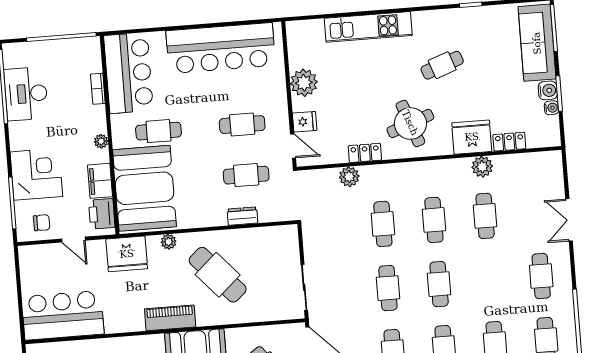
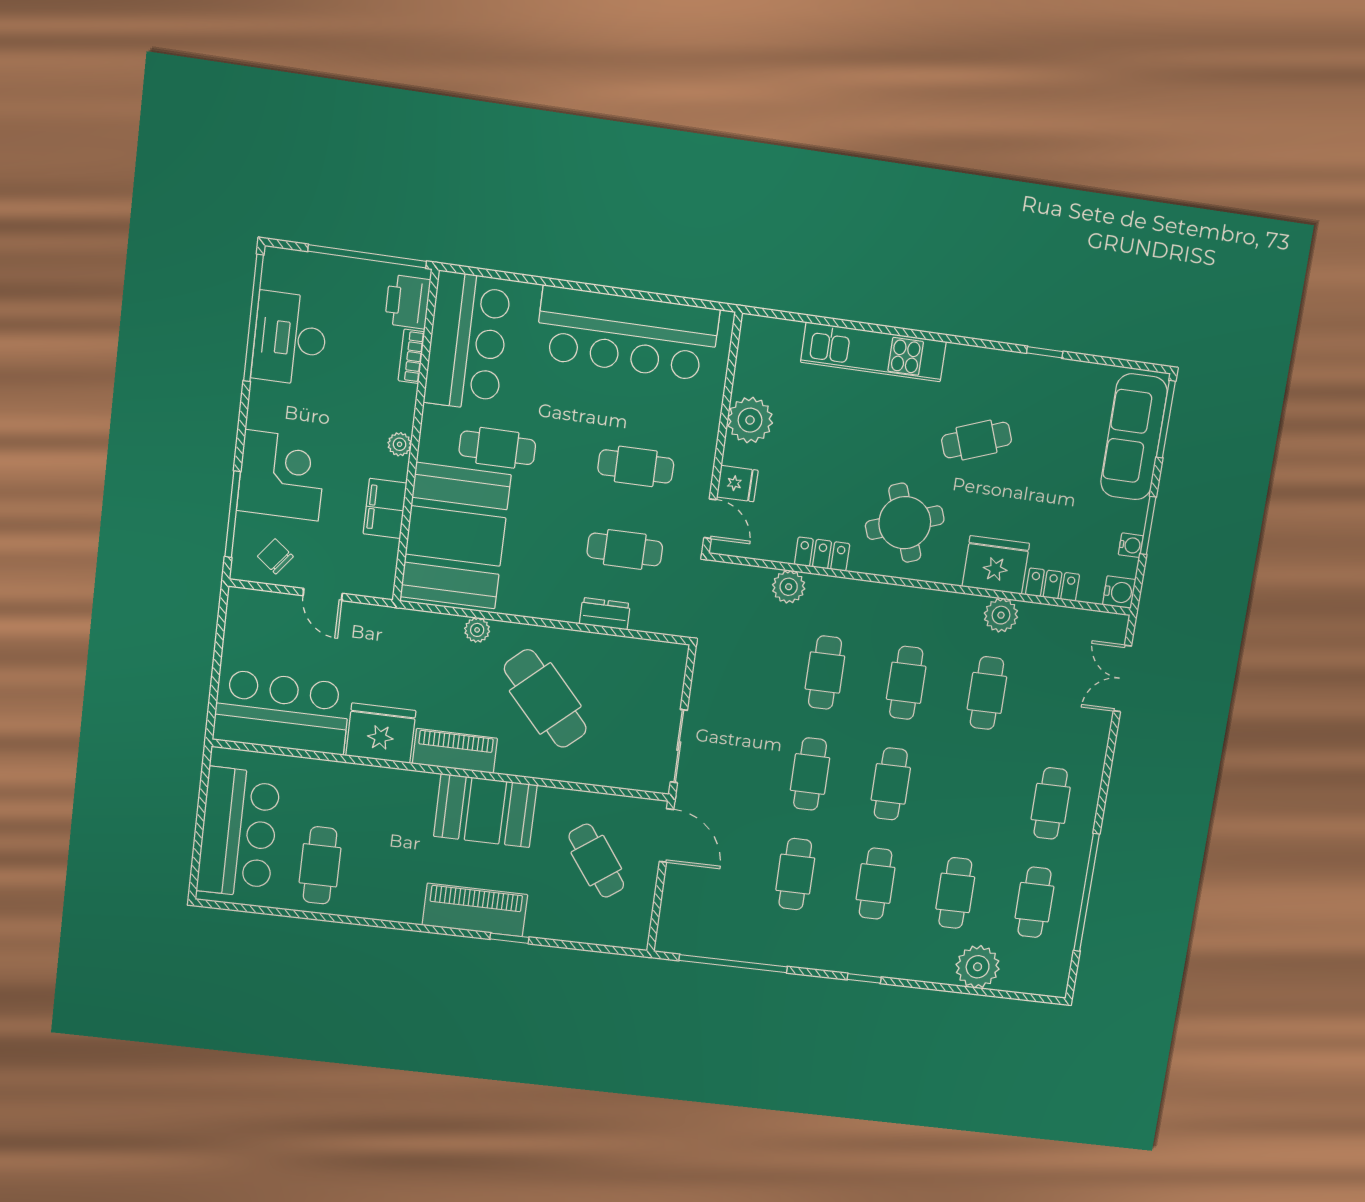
water cooler: (548, 90) -> (1119, 592), moved
printer: (102, 214) -> (408, 302), moved
double door: (569, 220) -> (1122, 679), moved
chair: (42, 223) -> (275, 556), turned -142
fridge: (127, 254) -> (381, 733), moved, turned 180

